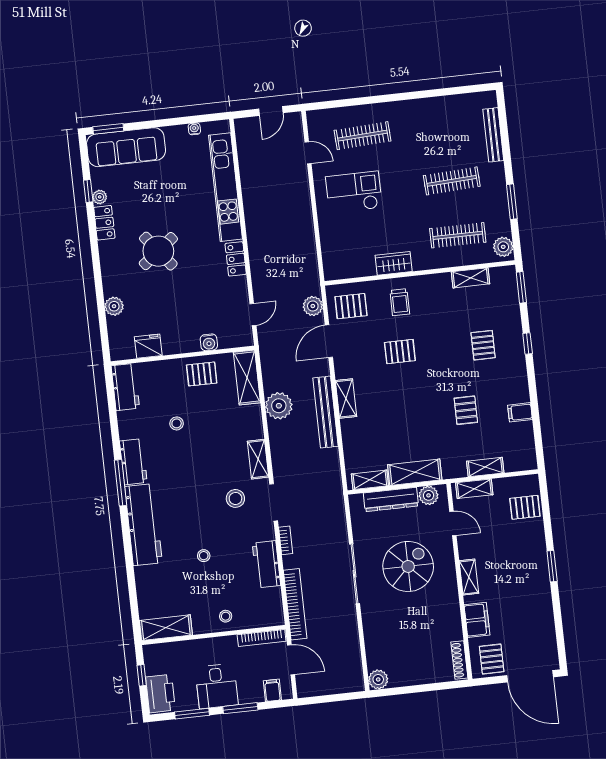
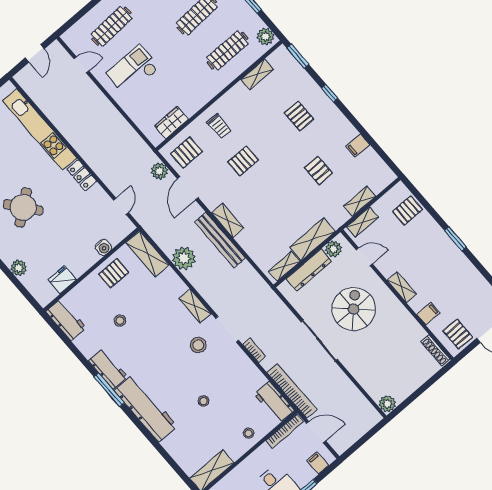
wardrobe: (394, 263) -> (171, 123), moved
workbench: (266, 564) -> (274, 402), moved
filing cabinet: (477, 620) -> (428, 314), width x0.50

